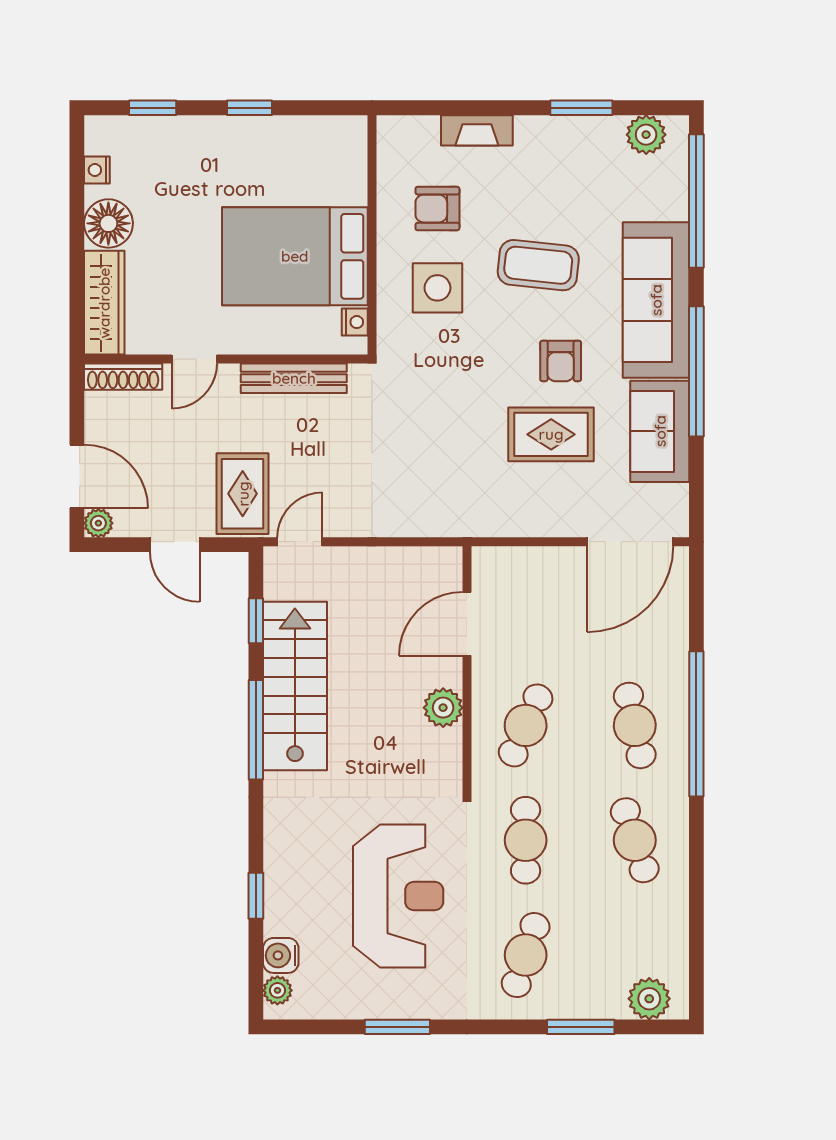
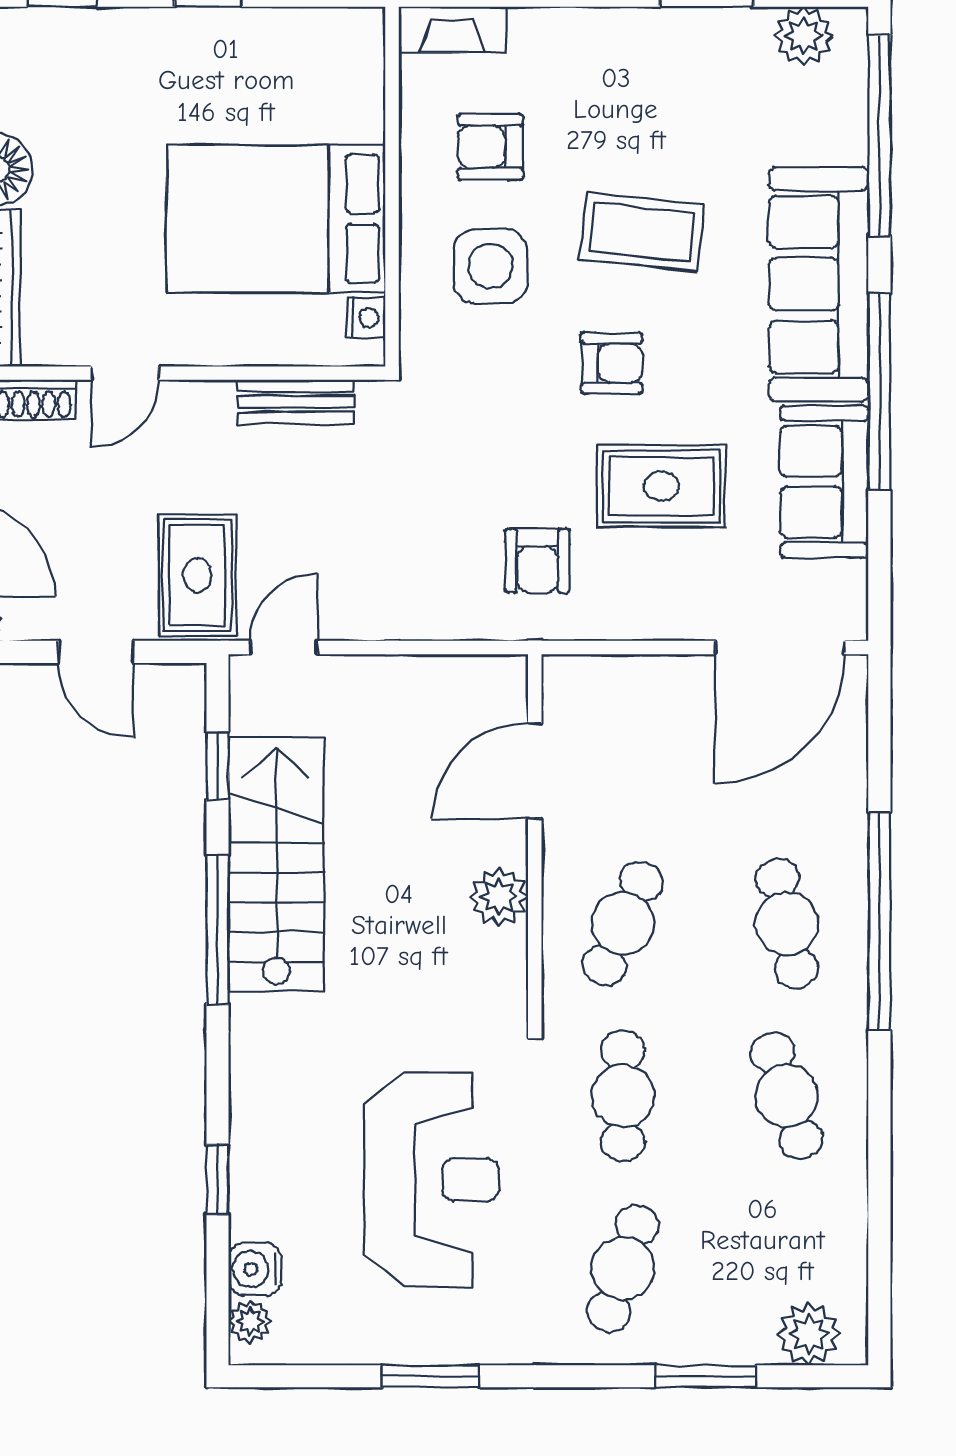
fireplace: (477, 130) -> (452, 29), moved
armchair: (561, 361) -> (612, 363), moved, turned -90
bench: (294, 378) -> (296, 402), width x0.73
armchair: (469, 484) -> (537, 561), added

